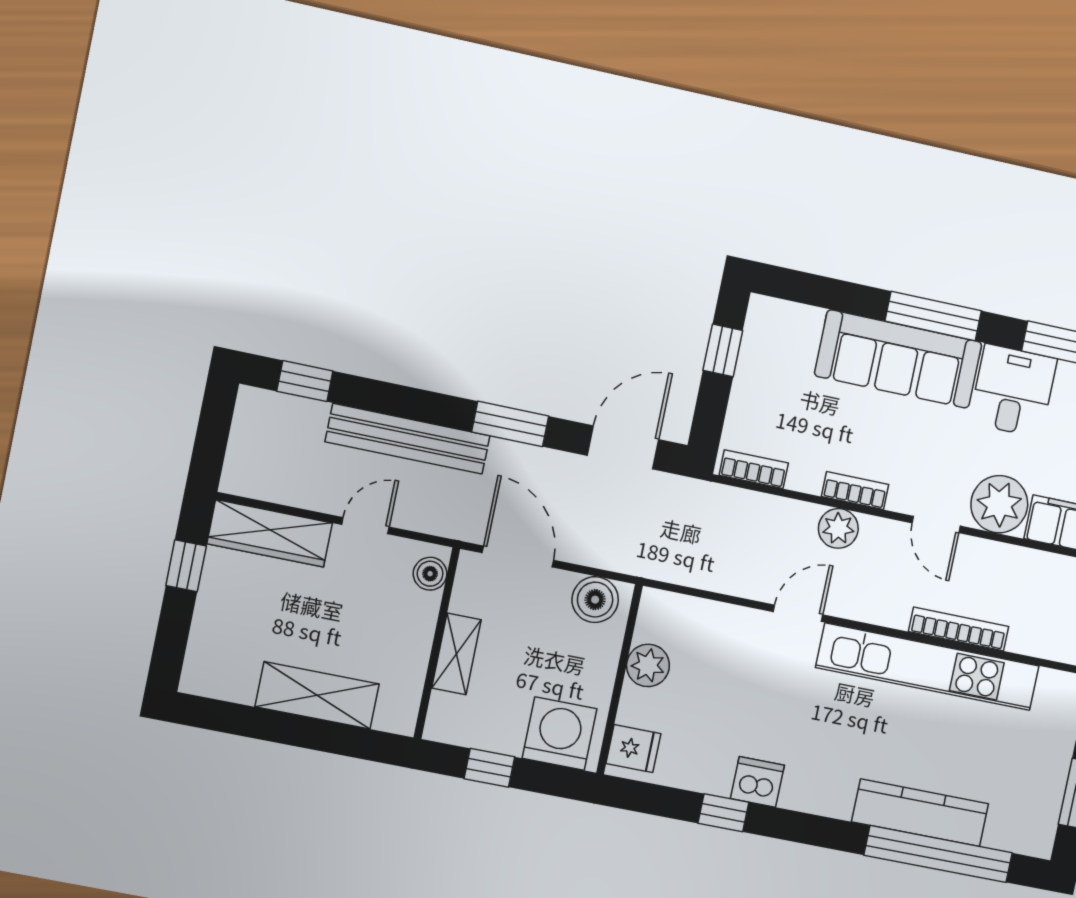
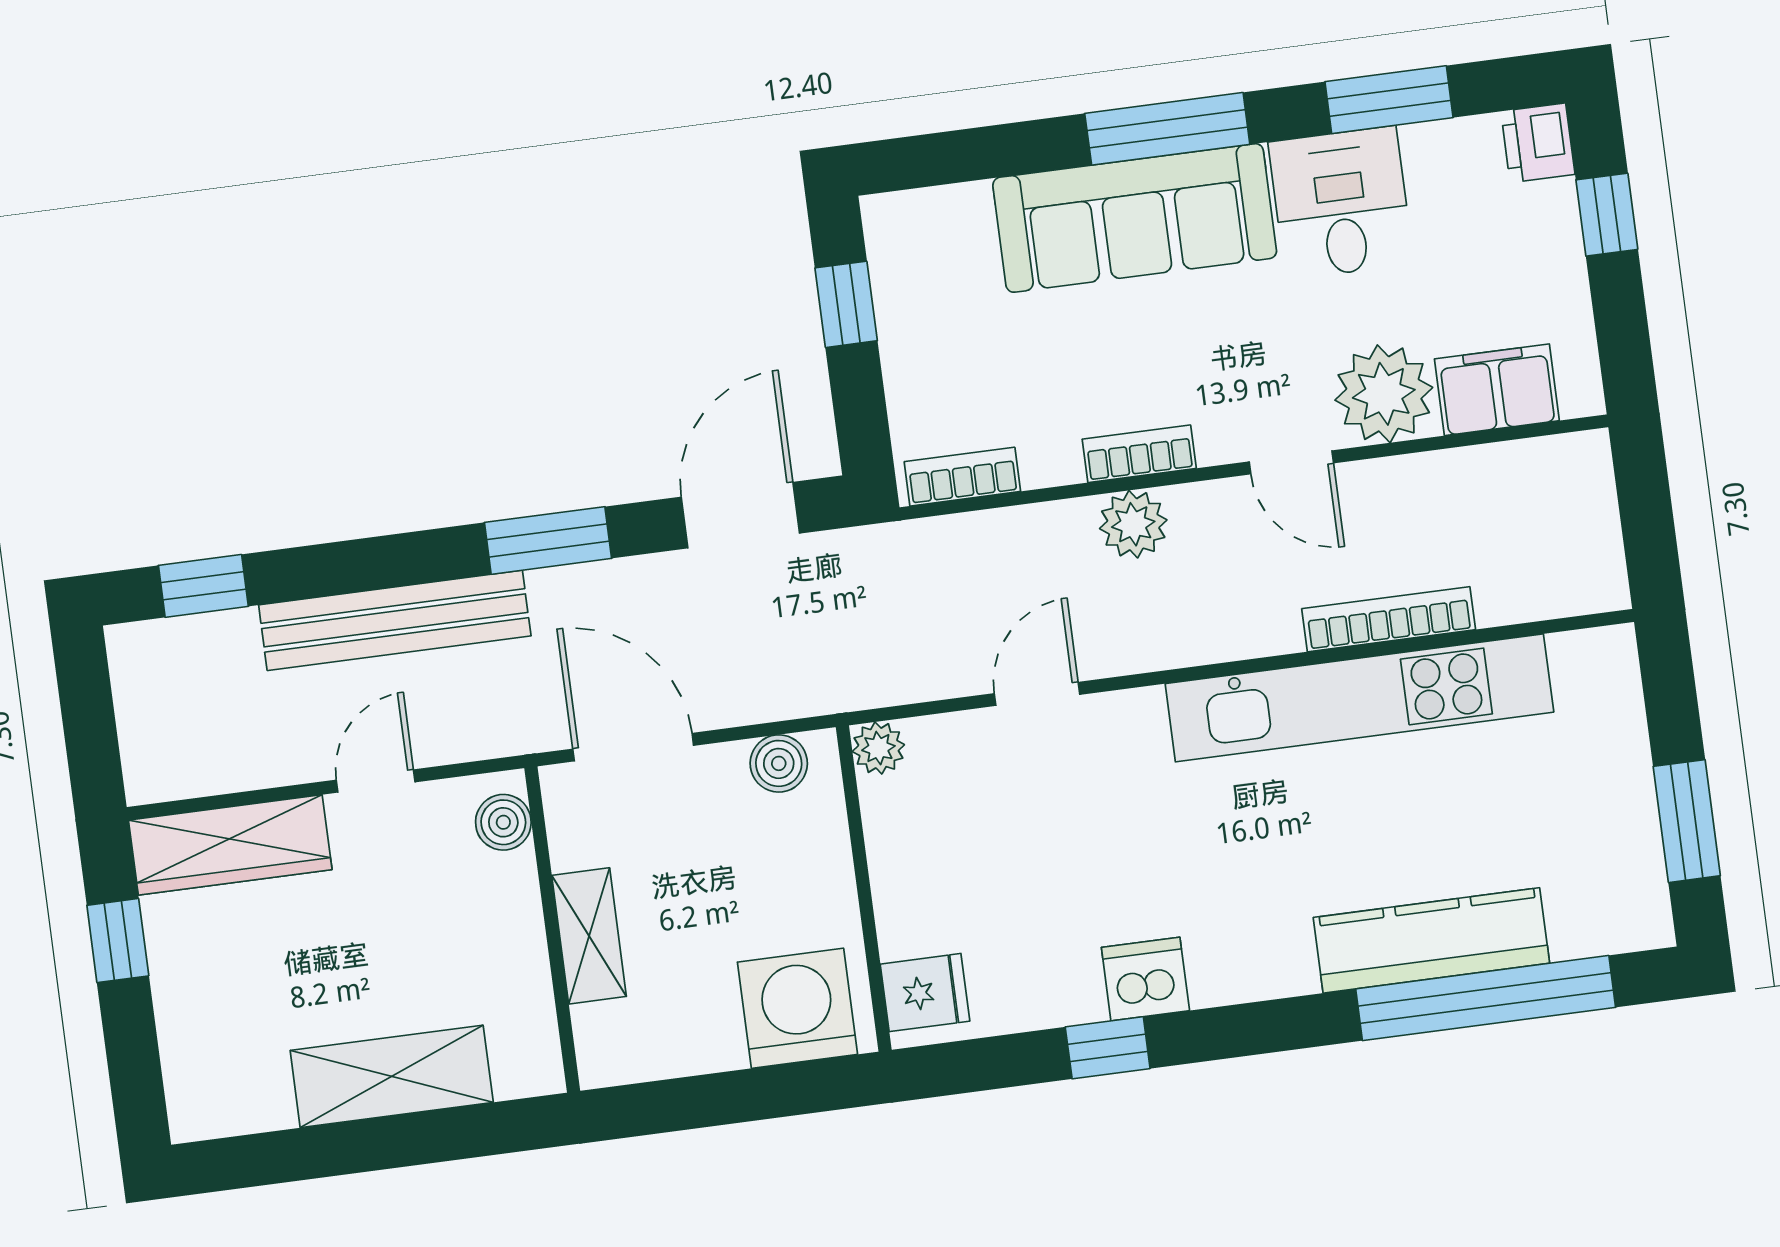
boiler: (595, 600) -> (779, 763), width x0.73, depth x0.73
door: (798, 613) -> (1037, 694), moved
plant: (648, 665) -> (878, 748), moved, width x0.73, depth x0.73
window: (489, 768) -> (704, 1101), removed

